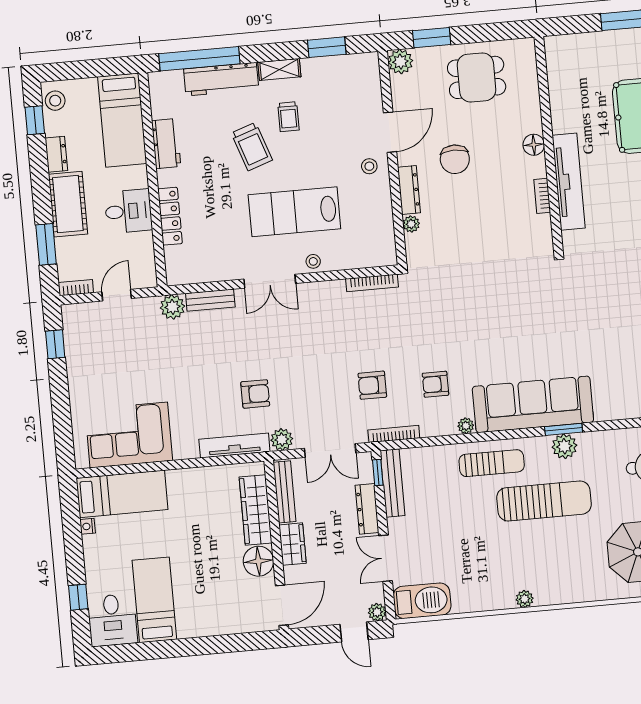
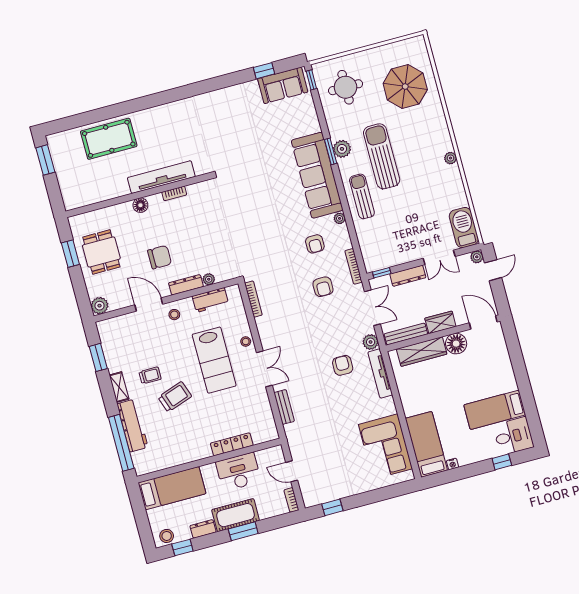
window: (432, 38) -> (70, 254), moved
workbench: (166, 144) -> (210, 300), moved, turned 180
desk: (128, 211) -> (238, 472), width x1.37
window: (46, 244) -> (243, 531), moved
plant: (172, 307) -> (293, 432), removed
bench: (392, 483) -> (387, 262), removed

